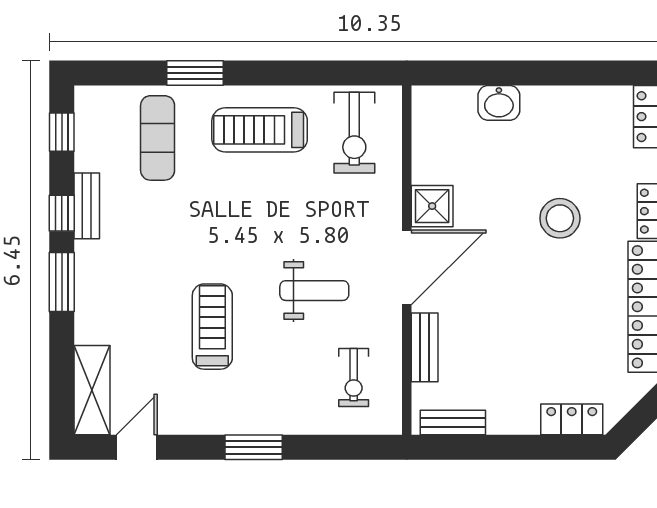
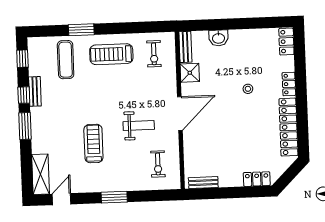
exercise bike: (354, 133) -> (154, 54), width x0.73, depth x0.72
shower: (432, 206) -> (190, 73), moved
stool: (560, 218) -> (248, 89), width x0.53, depth x0.53
bench: (425, 347) -> (185, 47), moved

